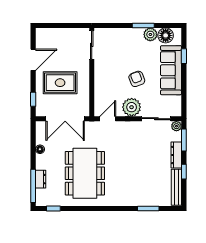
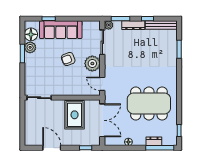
rug: (60, 83) -> (75, 115), moved

